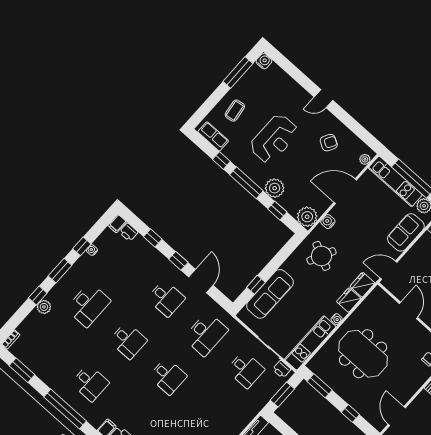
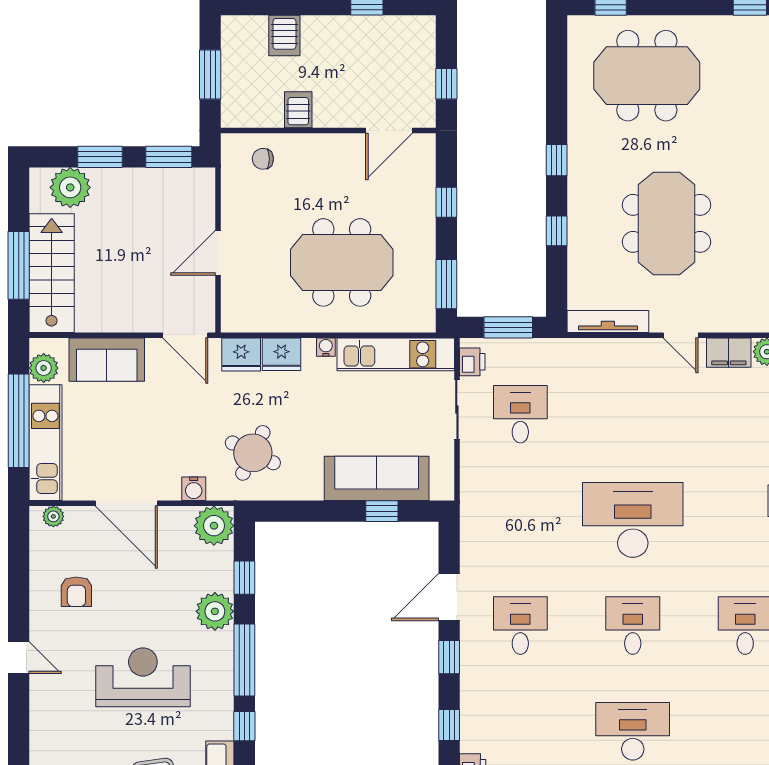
armchair: (329, 143) -> (76, 592), turned -120
desk: (206, 334) -> (520, 520), removed
meeting table: (363, 354) -> (342, 262), turned 90
desk: (168, 376) -> (633, 520), width x1.87, depth x1.30

